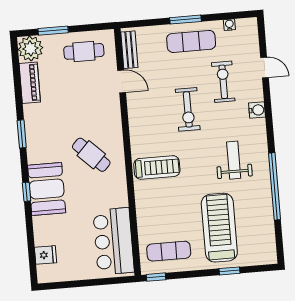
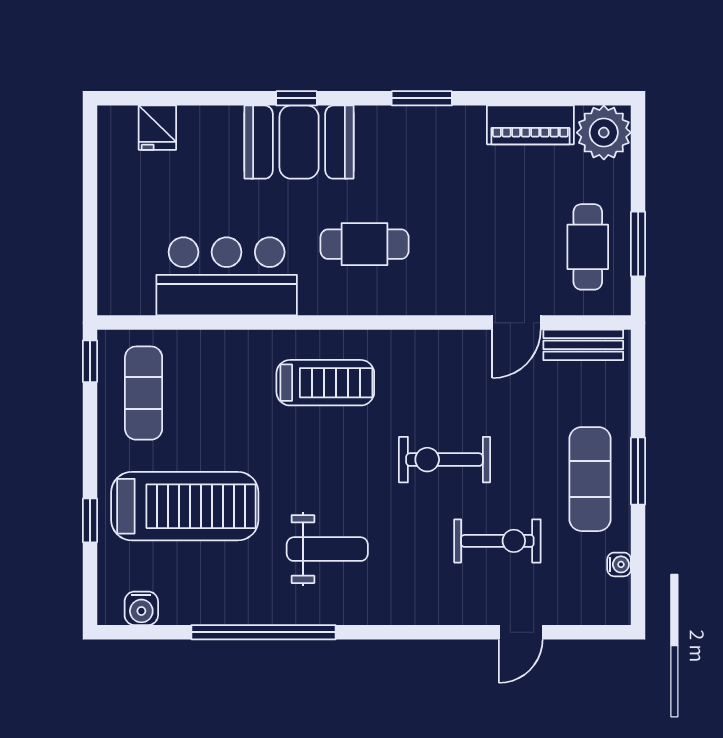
window: (53, 31) -> (638, 244), moved
water cooler: (257, 110) -> (141, 608), moved
cafe table: (91, 155) -> (365, 244), turned 46
treadmill: (157, 167) -> (325, 383), turned -90
bar counter: (114, 241) -> (227, 276), moved

